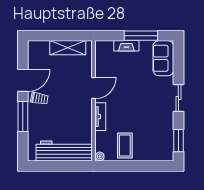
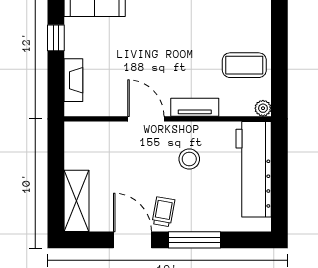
window: (141, 36) -> (56, 38), width x0.46
fireplace: (126, 46) -> (73, 80), moved
shelving: (68, 48) -> (76, 201), moved
stool: (70, 113) -> (189, 159), added

